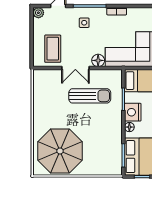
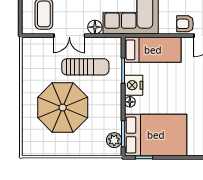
parasol: (60, 151) -> (63, 108), moved
plant: (115, 161) -> (114, 140), added

